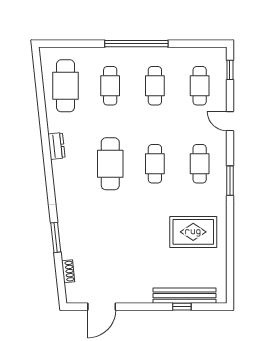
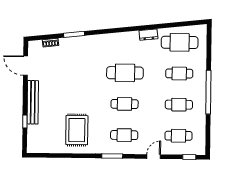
dresser: (56, 146) -> (148, 35), moved
bench: (184, 296) -> (33, 102), moved

